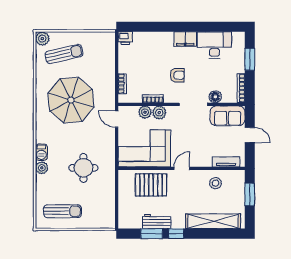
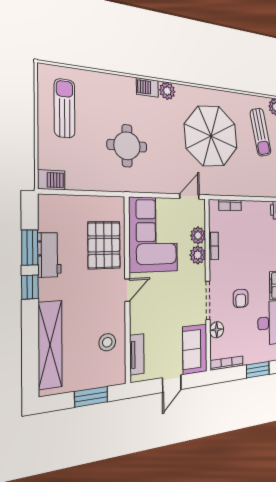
armchair: (177, 75) -> (241, 298), moved
plant: (42, 168) -> (167, 91), moved
door: (182, 168) -> (127, 290), hinge flipped
sun lounger: (63, 211) -> (65, 108), turned 180
barbecue: (109, 220) -> (51, 180), added

